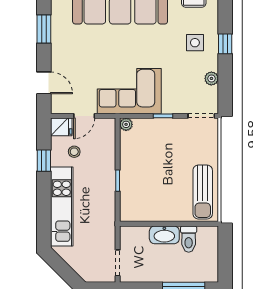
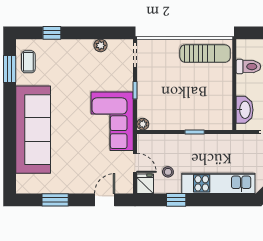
side table: (195, 43) -> (68, 61), removed
window: (225, 44) -> (52, 33), moved
washbasin: (164, 235) -> (245, 110), moved

